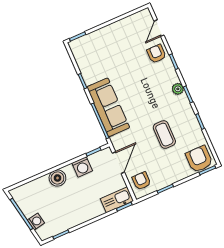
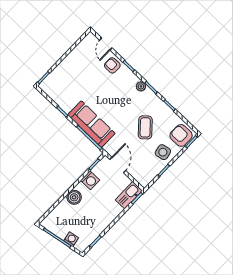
coffee table: (164, 135) -> (145, 127), turned 48
side table: (172, 169) -> (163, 152), added
armchair: (141, 181) -> (142, 172), removed

